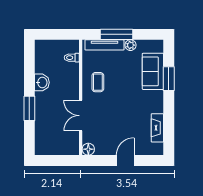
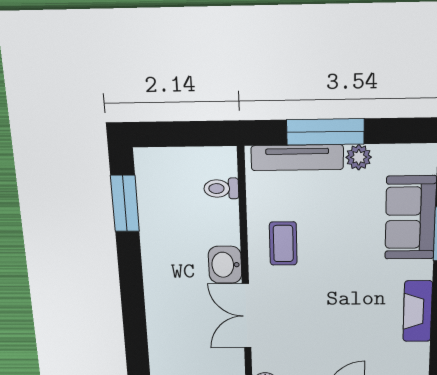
washbasin: (42, 82) -> (225, 265), moved, turned 180
window: (29, 108) -> (125, 203), moved
fireplace: (157, 128) -> (418, 311), moved

